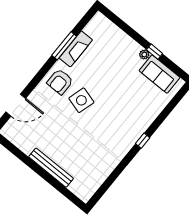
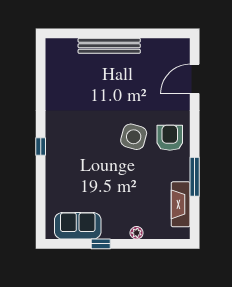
fireplace: (76, 49) -> (181, 204), moved
plant: (144, 54) -> (137, 233), moved

